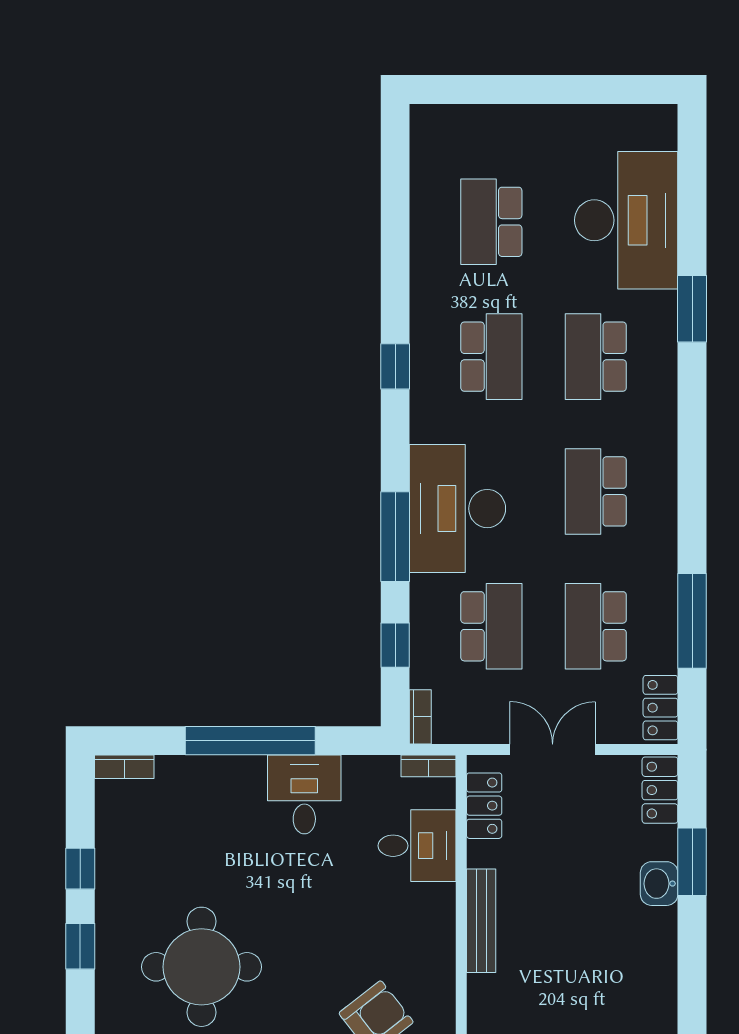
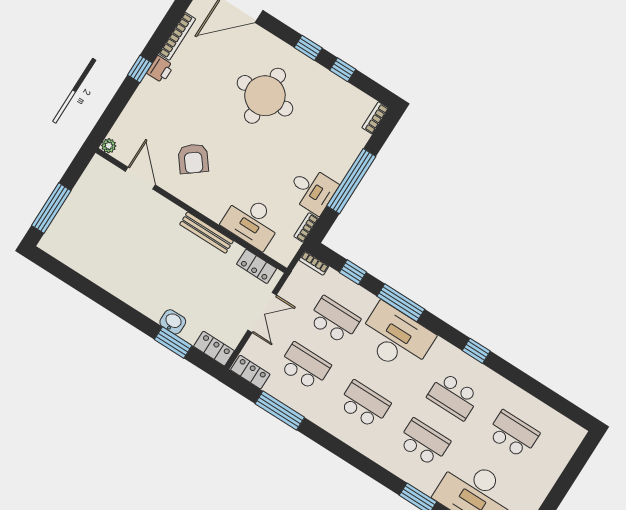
school desk: (491, 626) -> (334, 320), turned 180
bookcase: (429, 766) -> (306, 228), moved
desk: (417, 846) -> (252, 222), width x1.37

